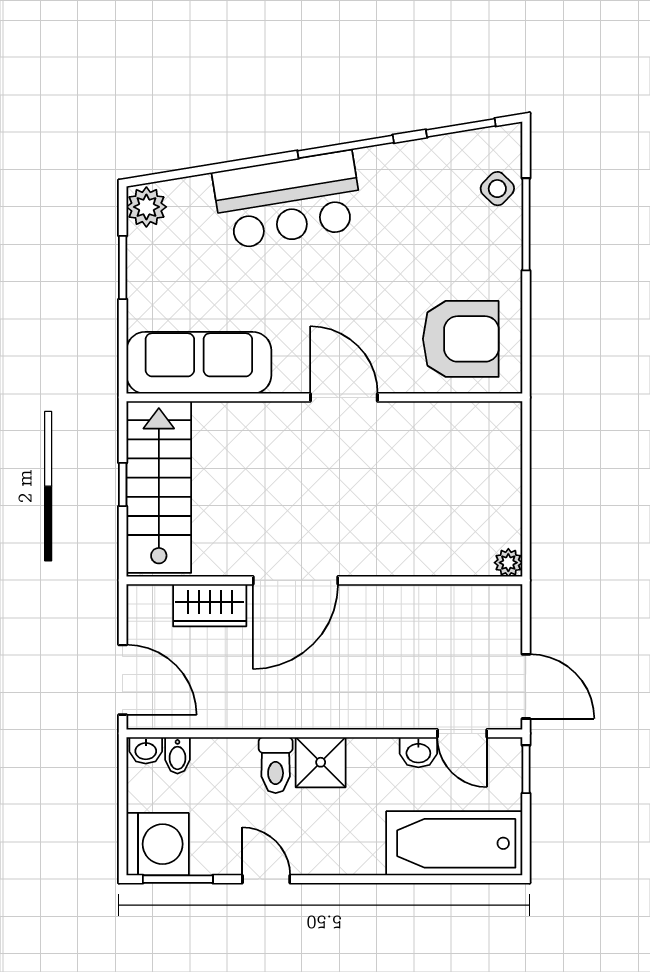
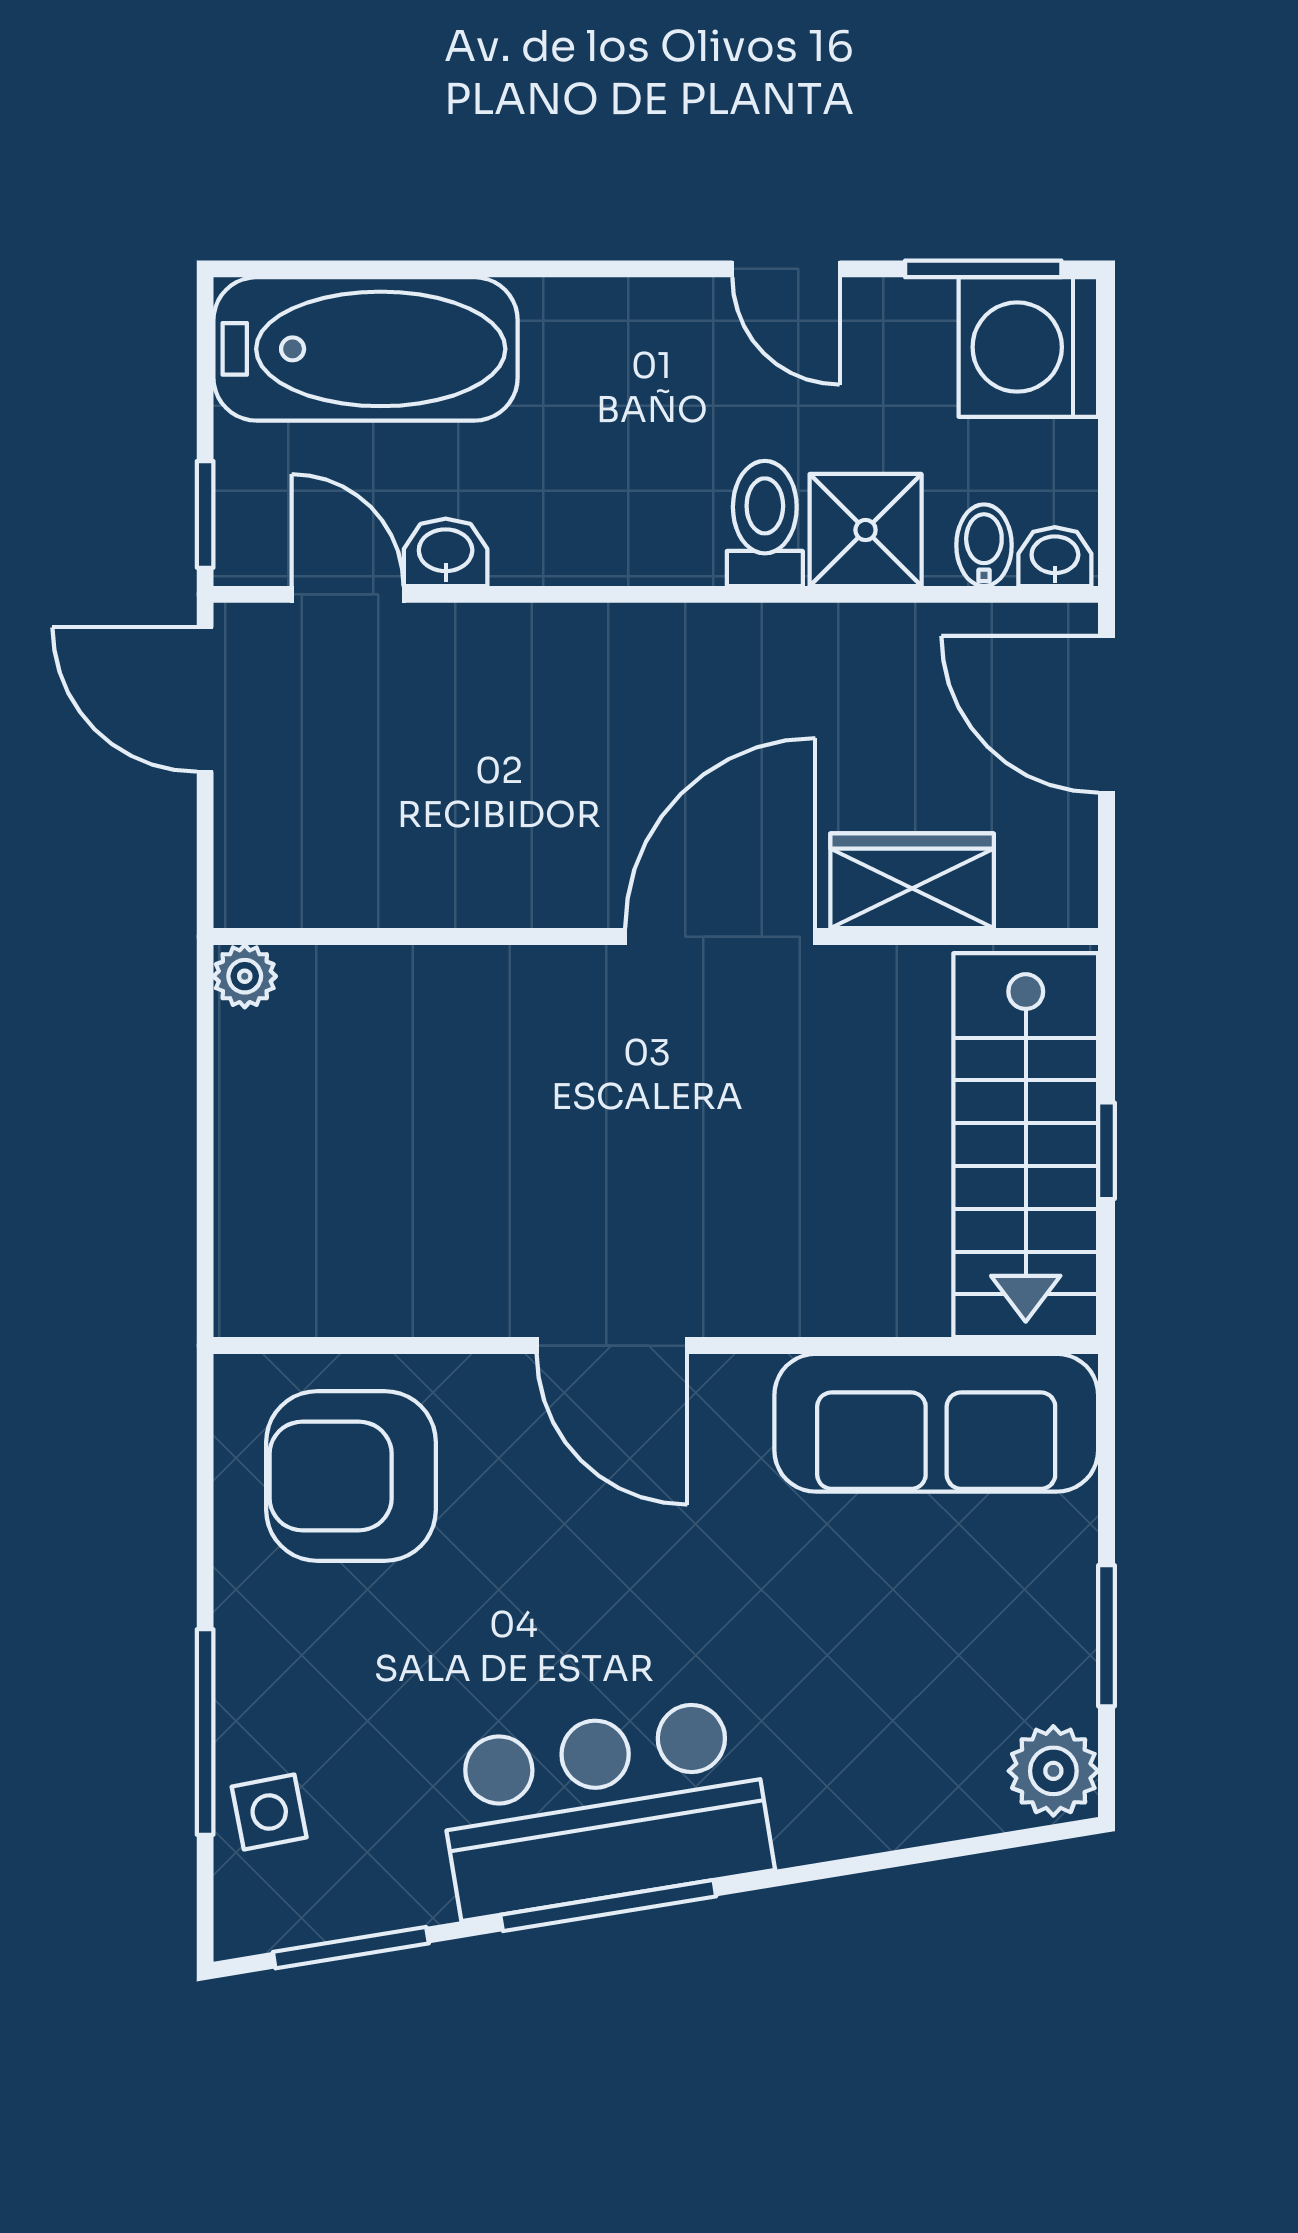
side table: (497, 189) -> (269, 1812), turned 35
bar counter: (288, 200) -> (604, 1808), moved
shower: (321, 762) -> (866, 530), moved

